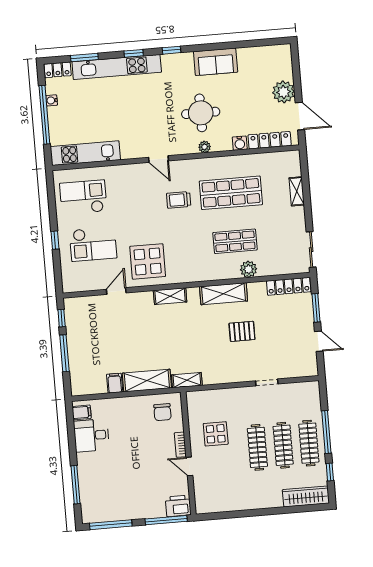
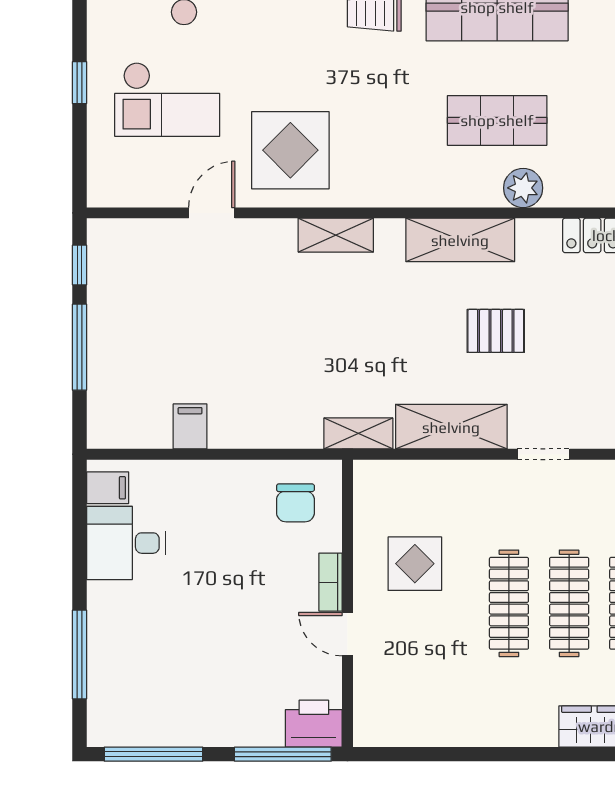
shelving: (147, 381) -> (451, 427), moved

